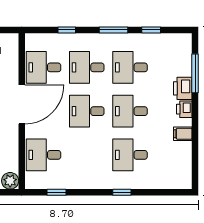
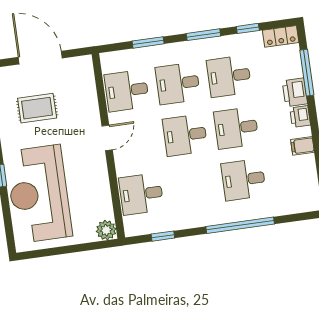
window: (67, 30) -> (148, 42), width x1.50
locker: (178, 40) -> (281, 36), added
door: (22, 104) -> (107, 138), width x0.53
window: (122, 192) -> (240, 225), width x3.17

